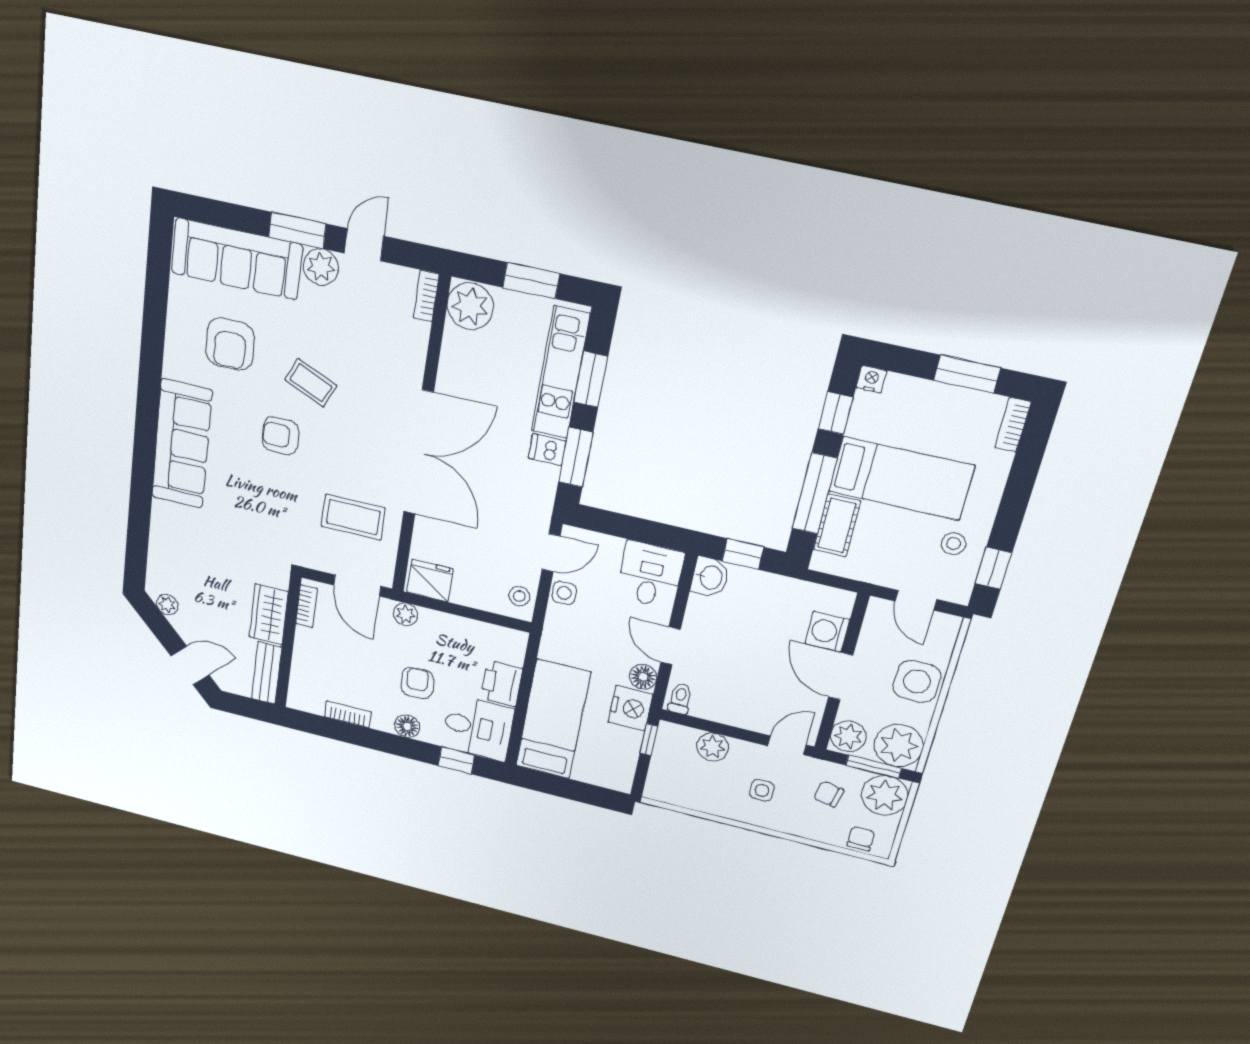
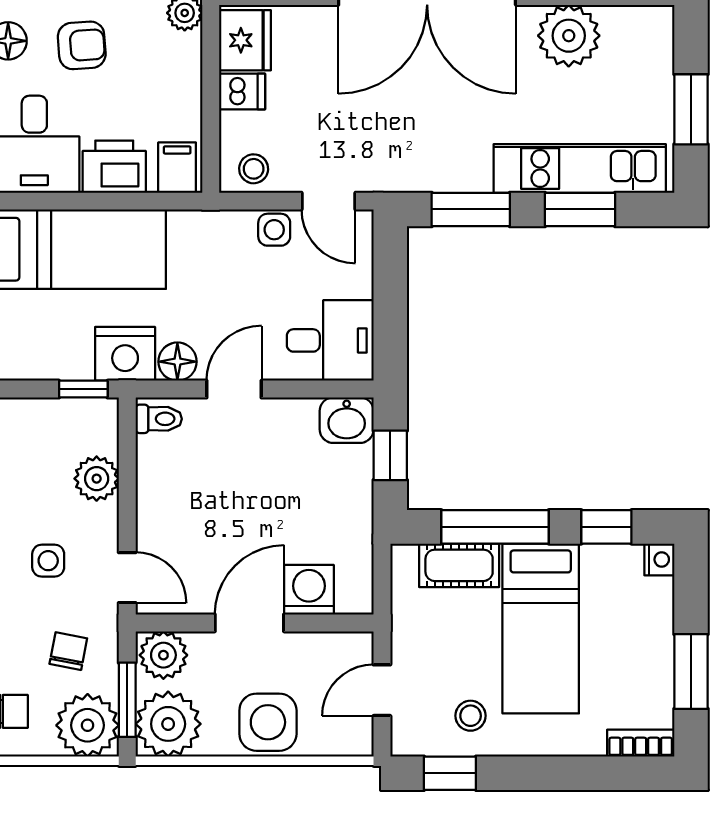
plant: (470, 306) -> (569, 36), moved
dishwasher: (547, 450) -> (242, 91), moved, turned 90
filing cabinet: (509, 645) -> (177, 168), added

